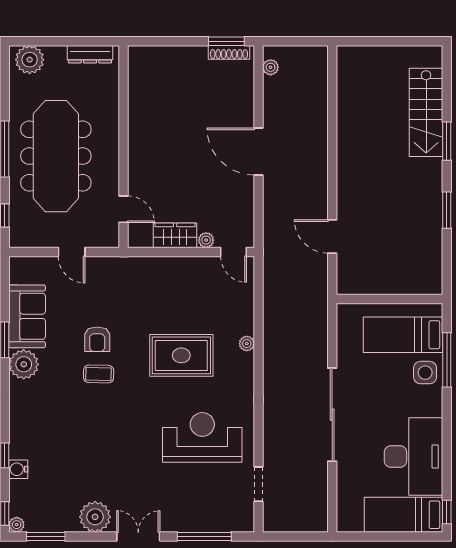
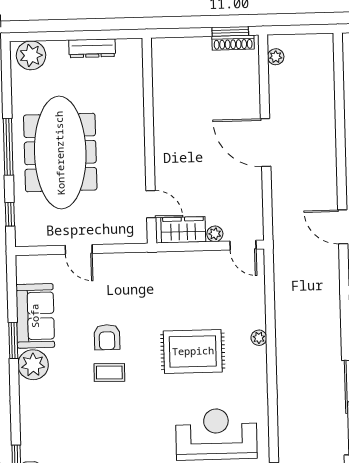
wall: (123, 147) -> (149, 141), moved
door: (123, 209) -> (151, 204), moved

